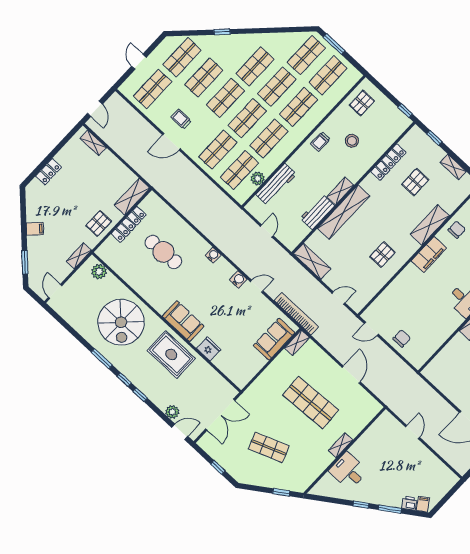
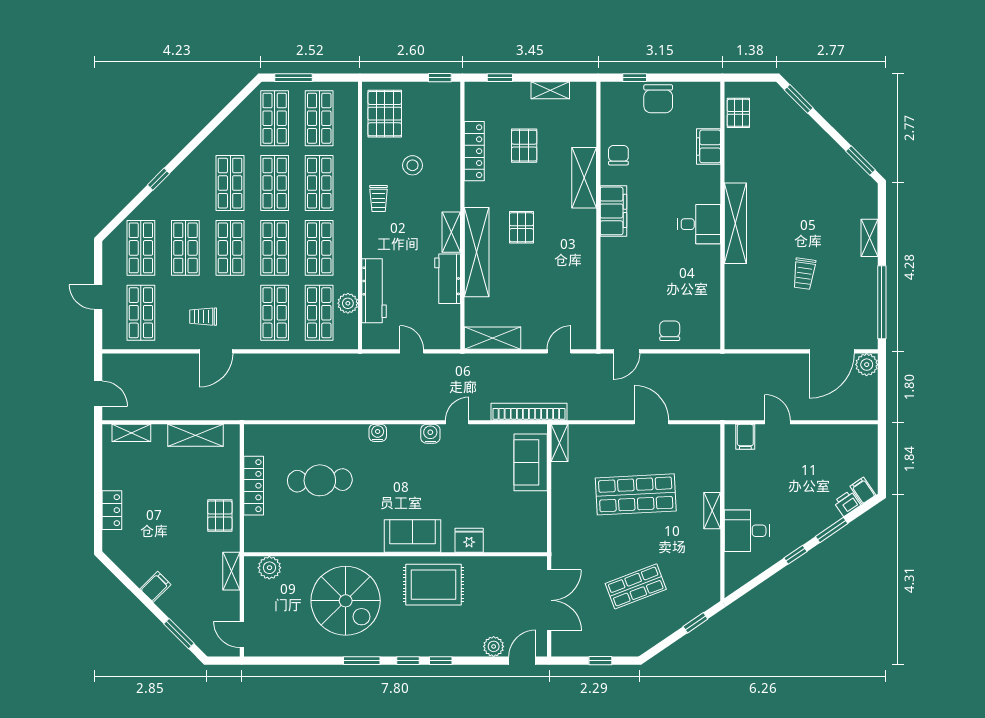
pallet: (362, 103) -> (385, 114), width x1.50, depth x1.42
shelving: (132, 197) -> (196, 435), moved, turned 90
pallet: (382, 255) -> (521, 227), moved
filing cabinet: (390, 424) -> (745, 437), added

